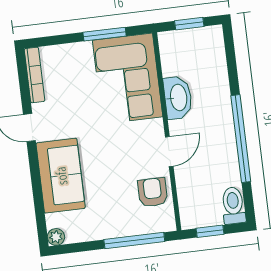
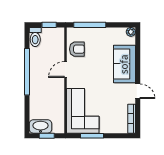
washbasin: (178, 98) -> (40, 126), moved, turned 90
armchair: (153, 192) -> (77, 49), turned -90

